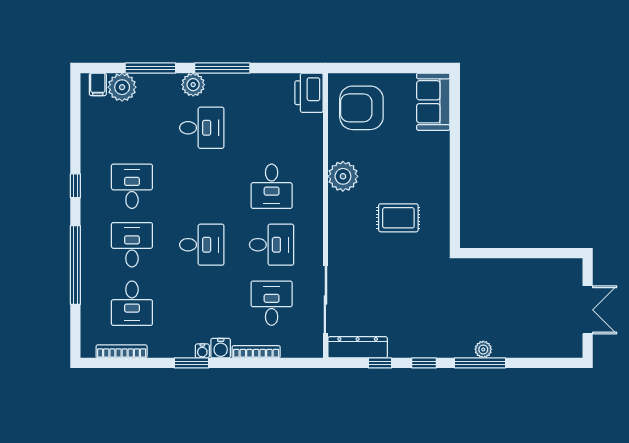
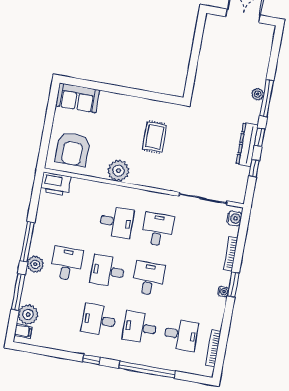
desk: (272, 303) -> (108, 271), moved
dresser: (358, 347) -> (247, 145), moved
water cooler: (221, 348) -> (234, 218), moved
window: (192, 363) -> (233, 284), moved

